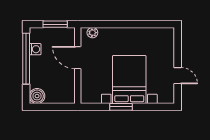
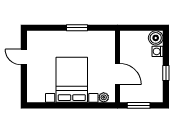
washing machine: (35, 49) -> (158, 51), moved
window: (26, 59) -> (166, 73), width x0.32
bed with nightstands: (129, 80) -> (72, 80), moved, turned 180

